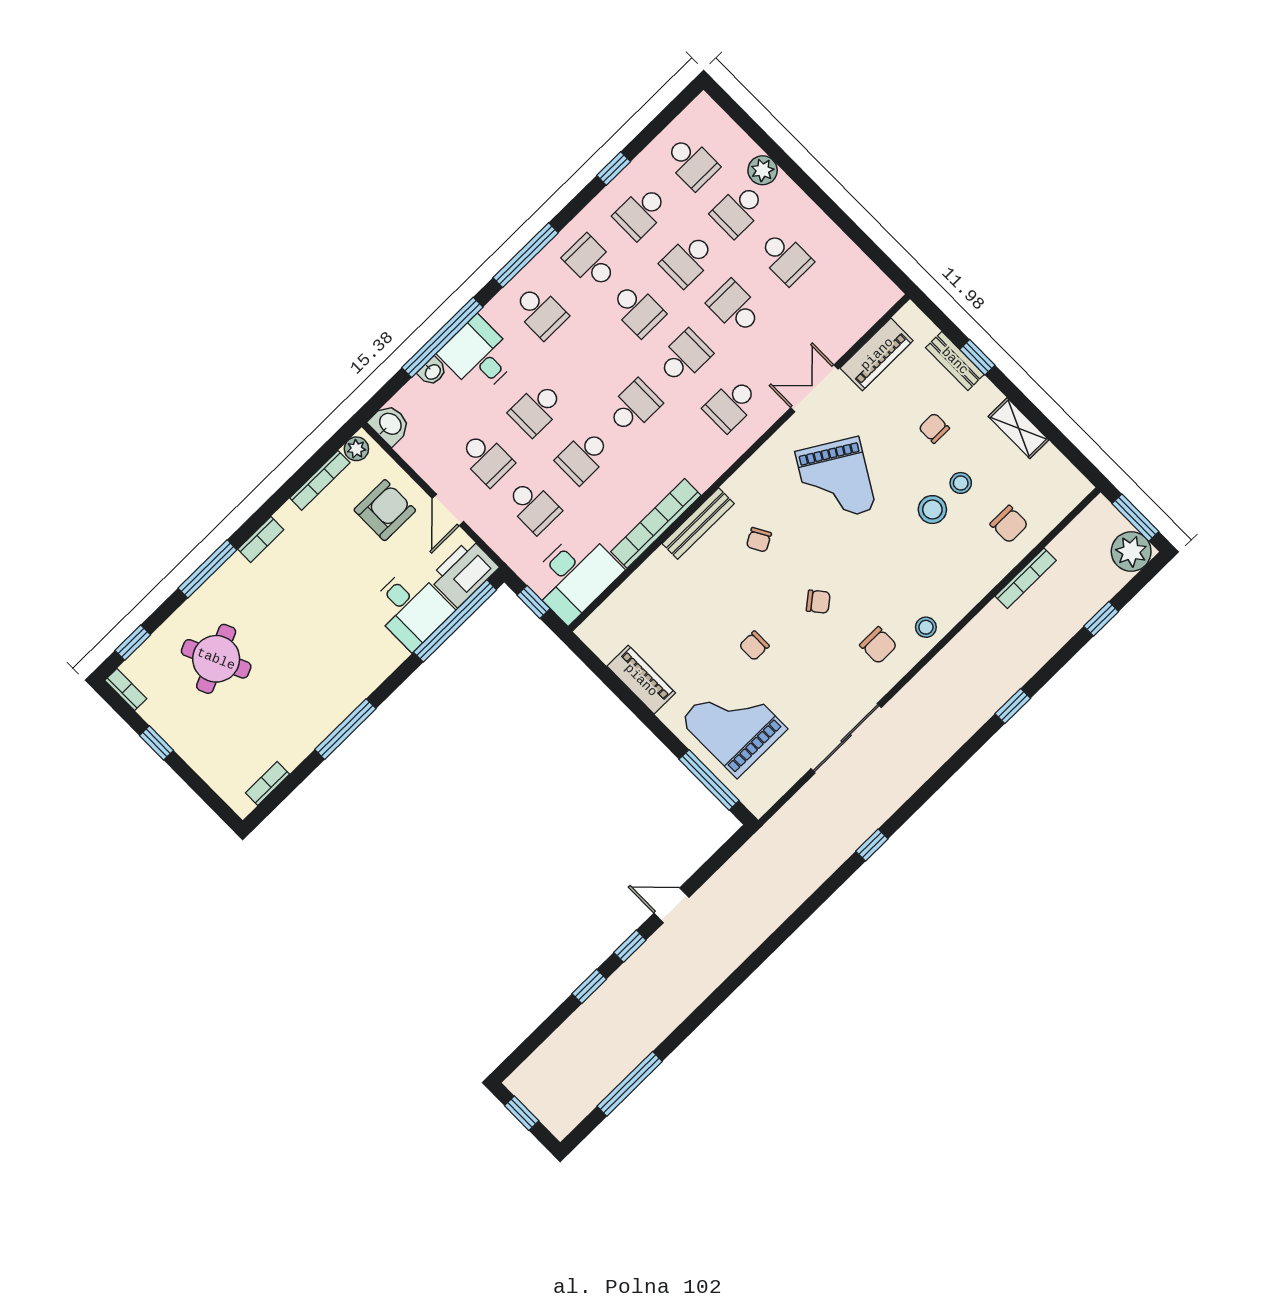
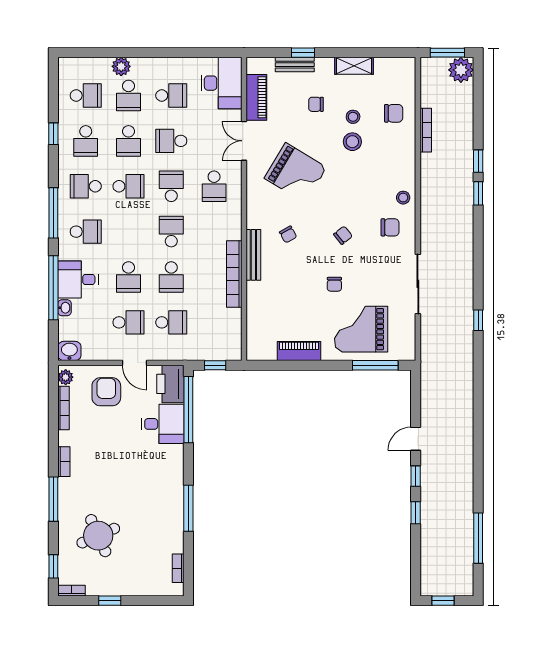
desk: (574, 576) -> (222, 83), moved
window: (1101, 619) -> (478, 161), moved

